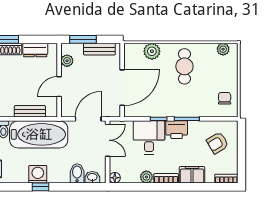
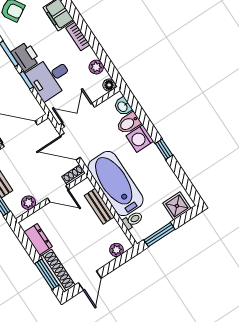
shoe rack: (66, 108) -> (74, 175), added
washing machine: (38, 174) -> (140, 139), moved
plant: (146, 177) -> (96, 67), moved

